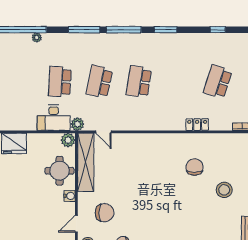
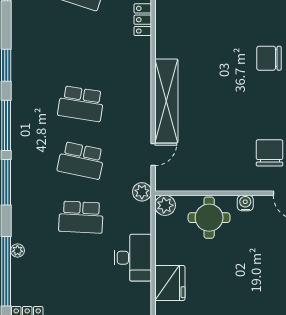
desk: (54, 118) -> (133, 258), moved
shelving: (86, 162) -> (166, 101), moved, turned 90
chair: (195, 167) -> (269, 58), moved

